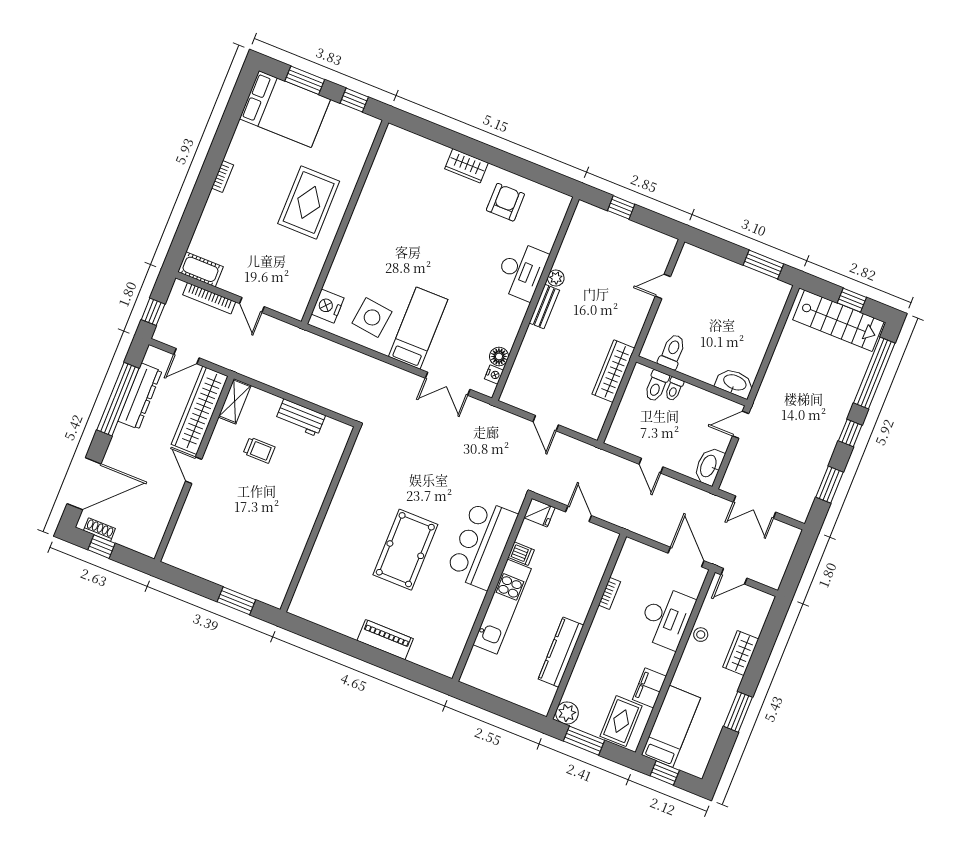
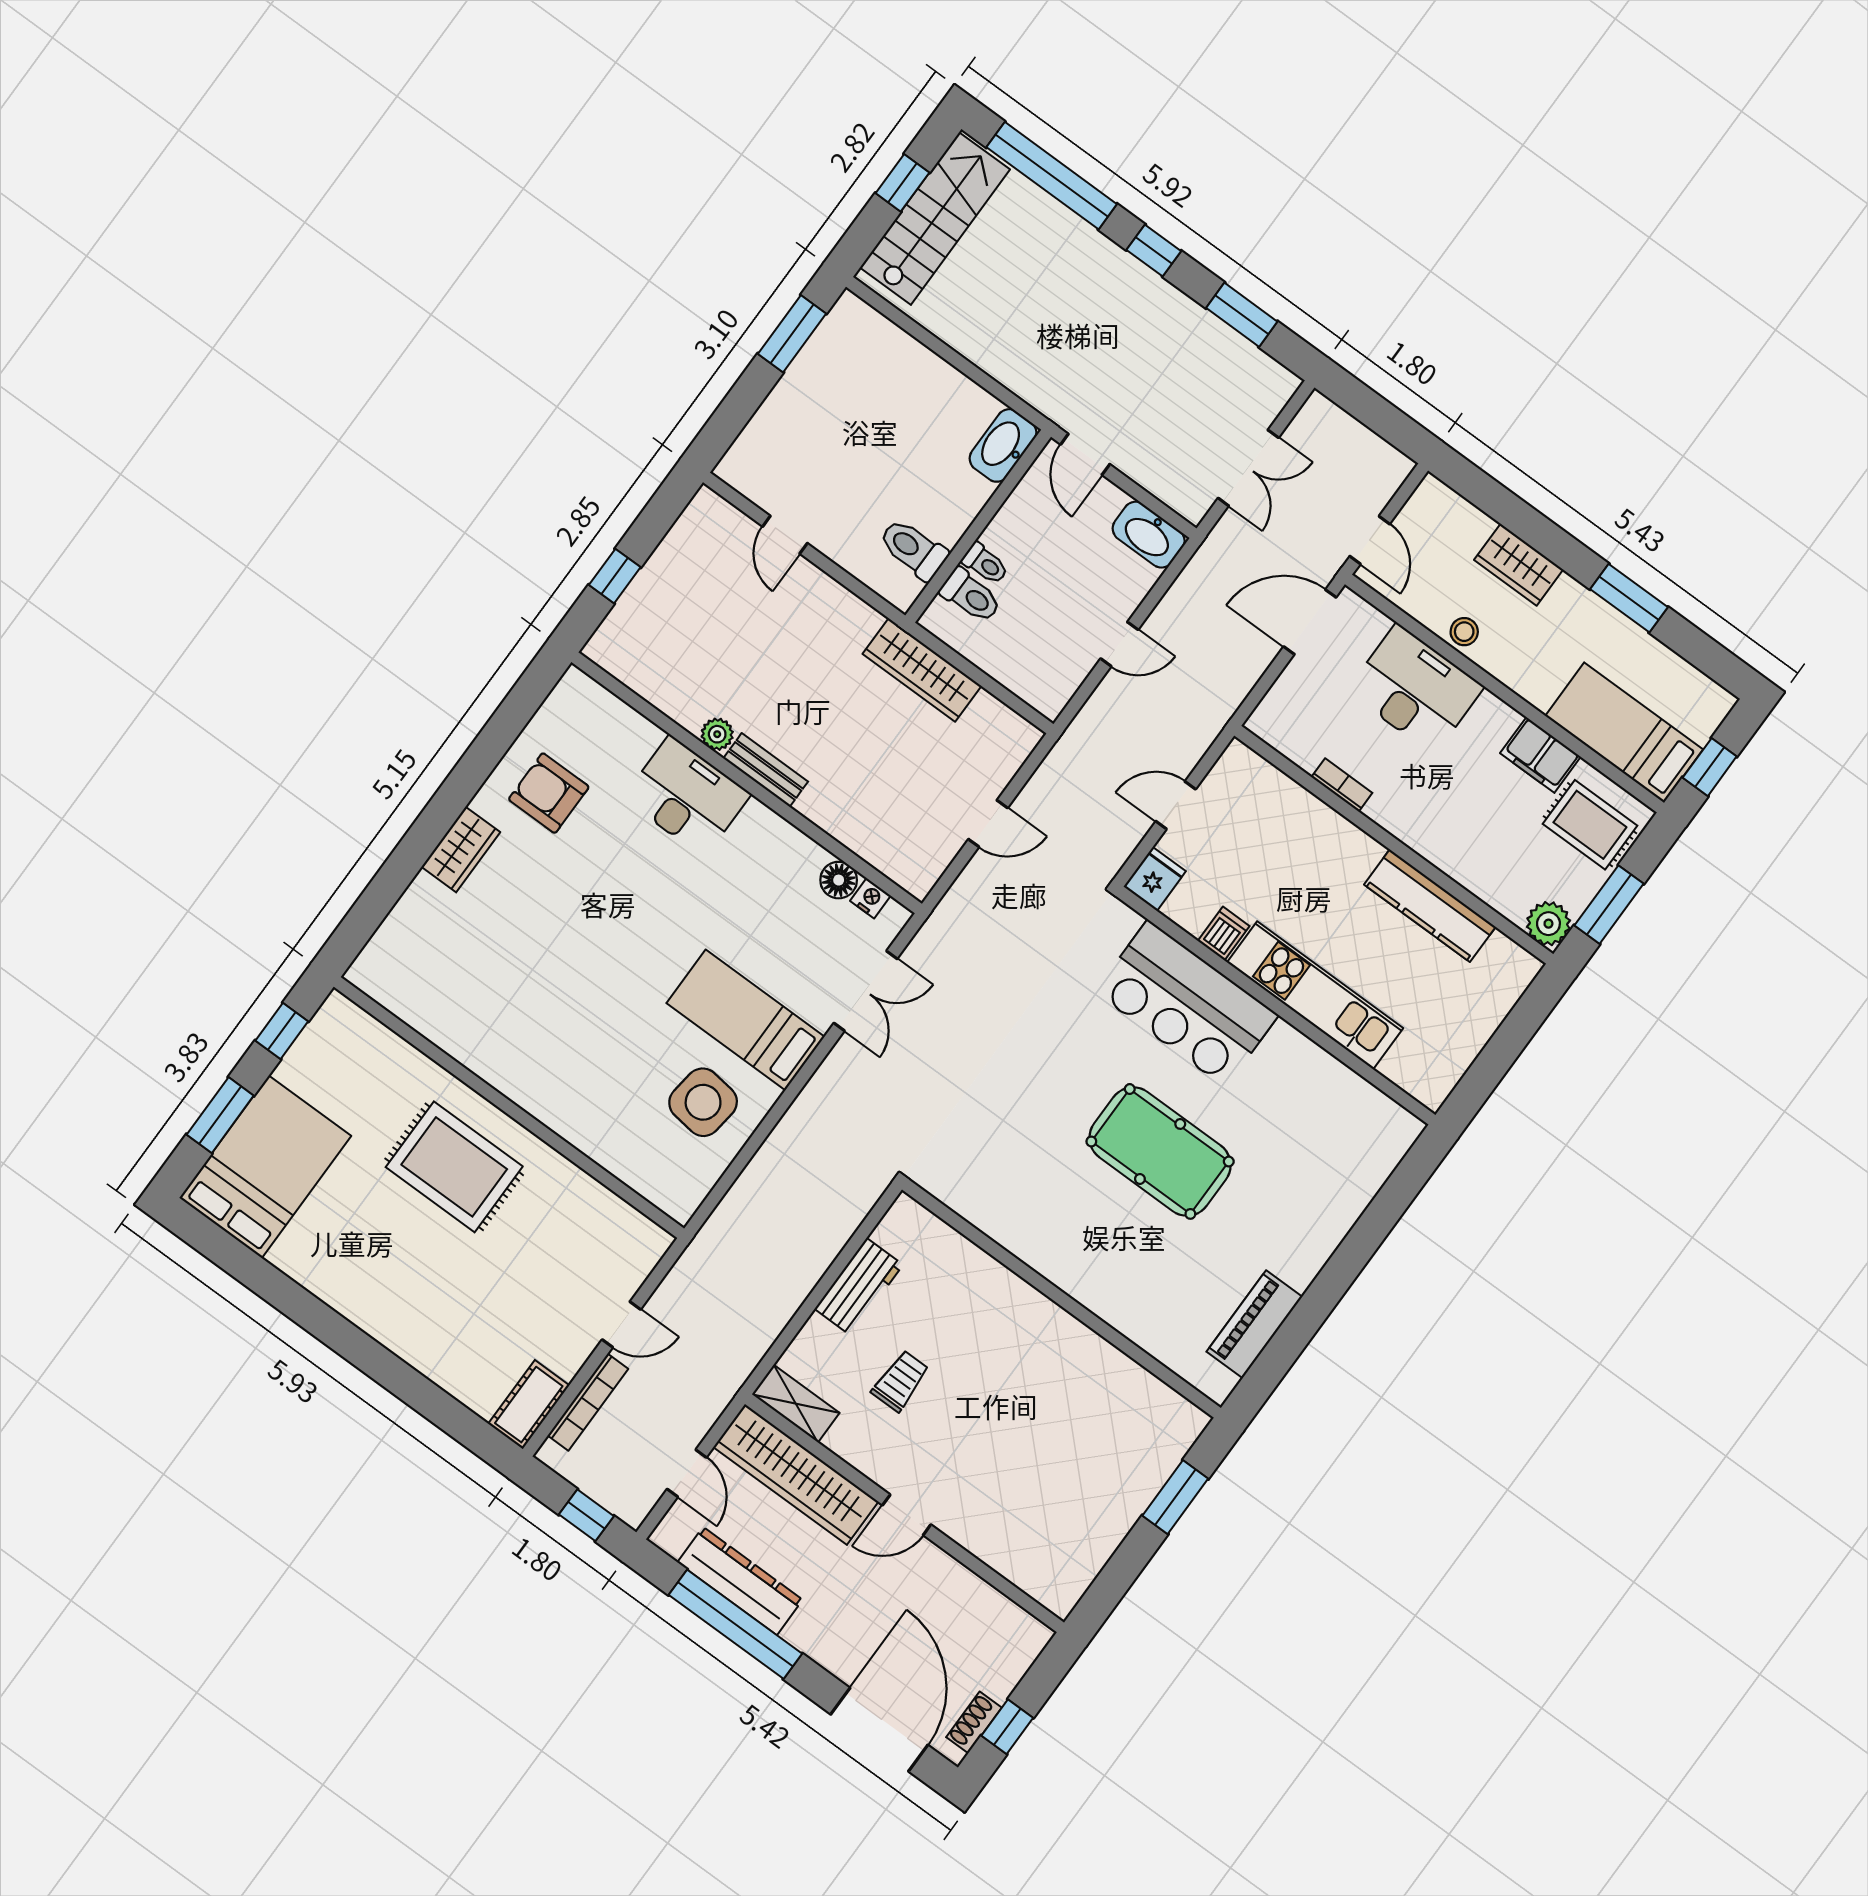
bookcase: (222, 177) -> (363, 1318), removed
nightstand: (328, 306) -> (660, 1181), removed
piano: (385, 640) -> (1254, 1324), moved

